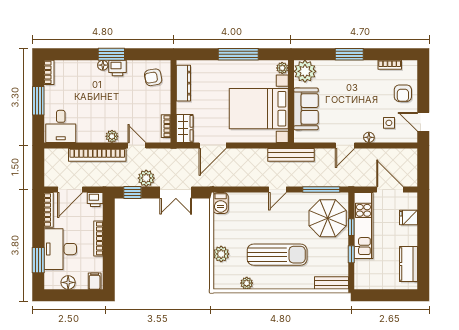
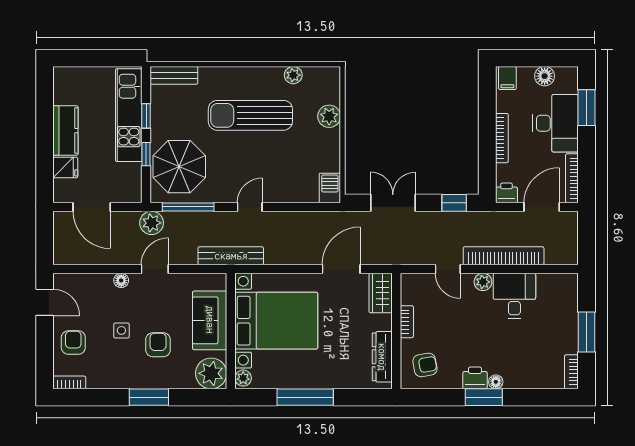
bookcase: (390, 65) -> (69, 382), moved
armchair: (343, 92) -> (158, 345), added
side table: (389, 123) -> (121, 330), moved
desk: (61, 126) -> (514, 296), moved
bookcase: (166, 126) -> (407, 322), moved
plant: (146, 178) -> (152, 223), moved
kitchen unit: (363, 226) -> (129, 115), moved
kitchen counter: (408, 264) -> (65, 131), moved

